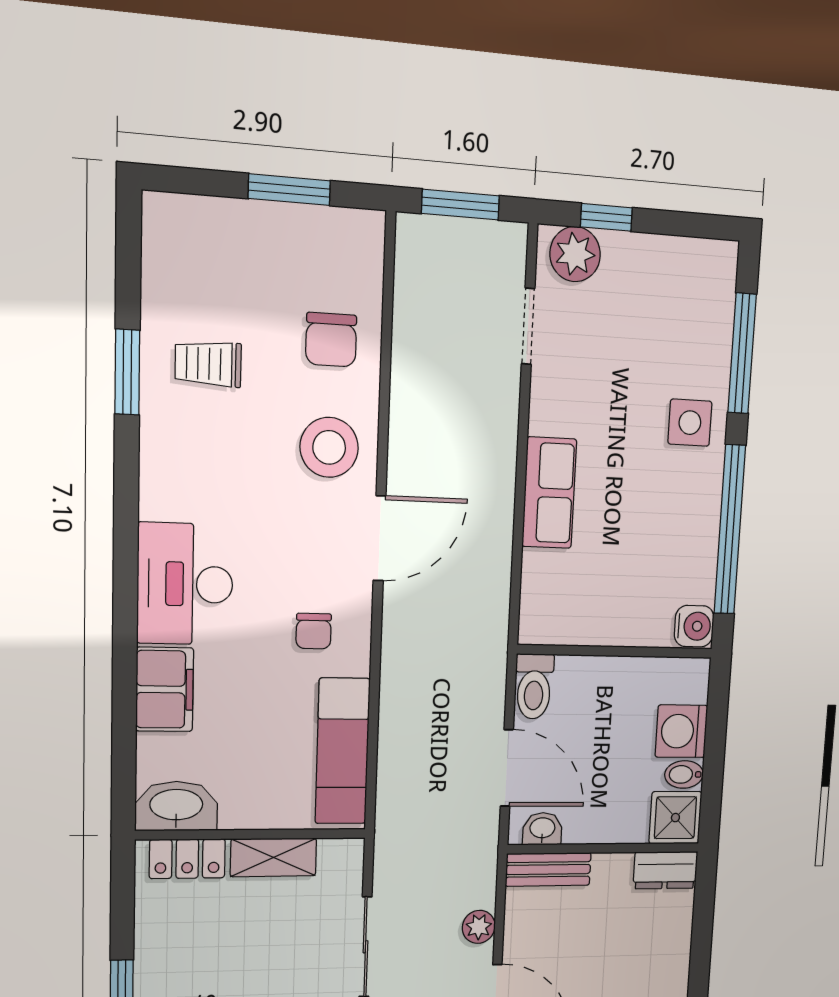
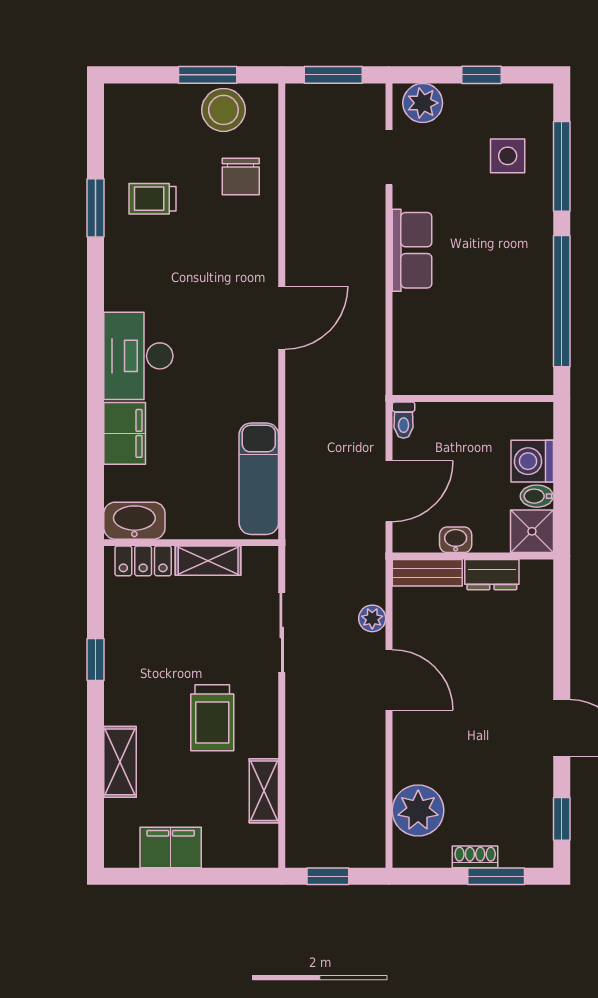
window: (606, 217) -> (481, 75), moved
side table: (690, 423) -> (508, 156), moved
stool: (329, 447) -> (223, 110), moved
row of seats: (549, 493) -> (412, 250), moved
water cooler: (694, 626) -> (537, 377), removed
chair: (314, 631) -> (234, 388), removed
toilet: (534, 686) -> (404, 420), width x0.73, depth x0.72
door: (507, 768) -> (389, 491), hinge flipped
washbasin: (542, 829) -> (456, 540), moved
dresser: (665, 870) -> (492, 575), moved

